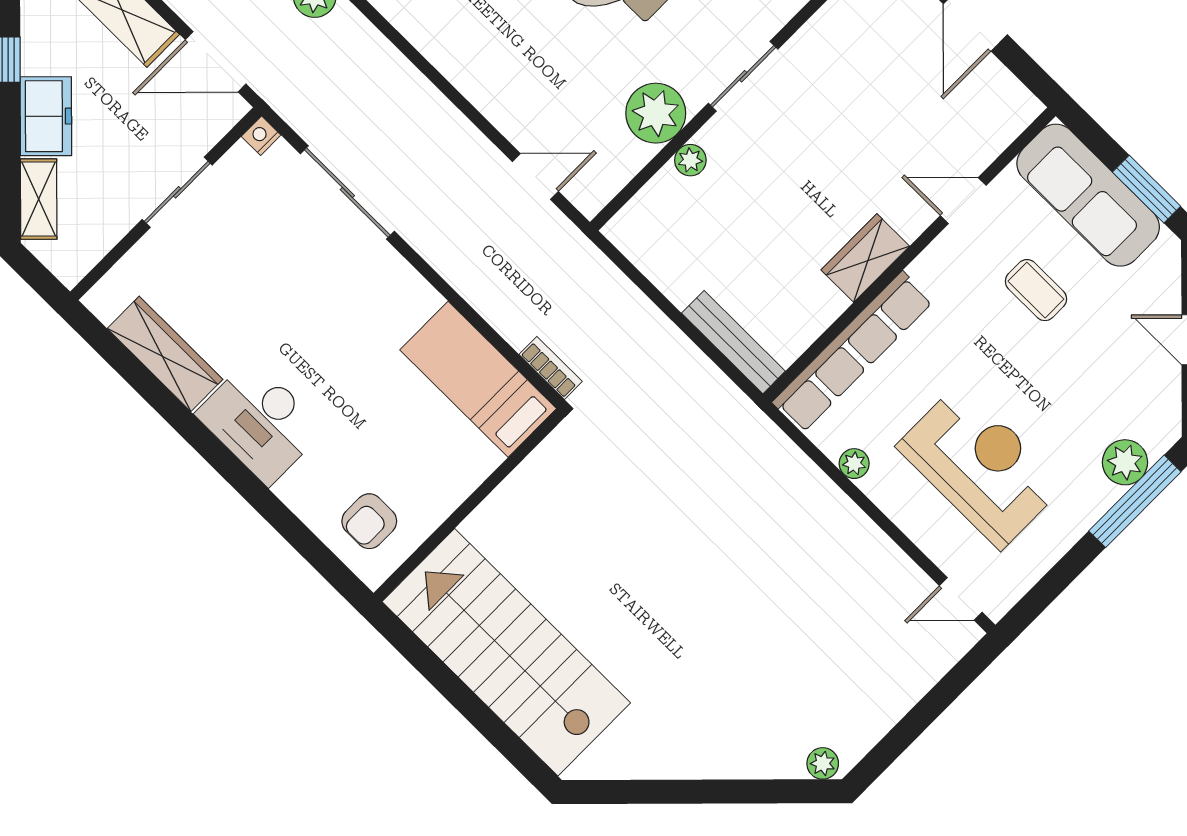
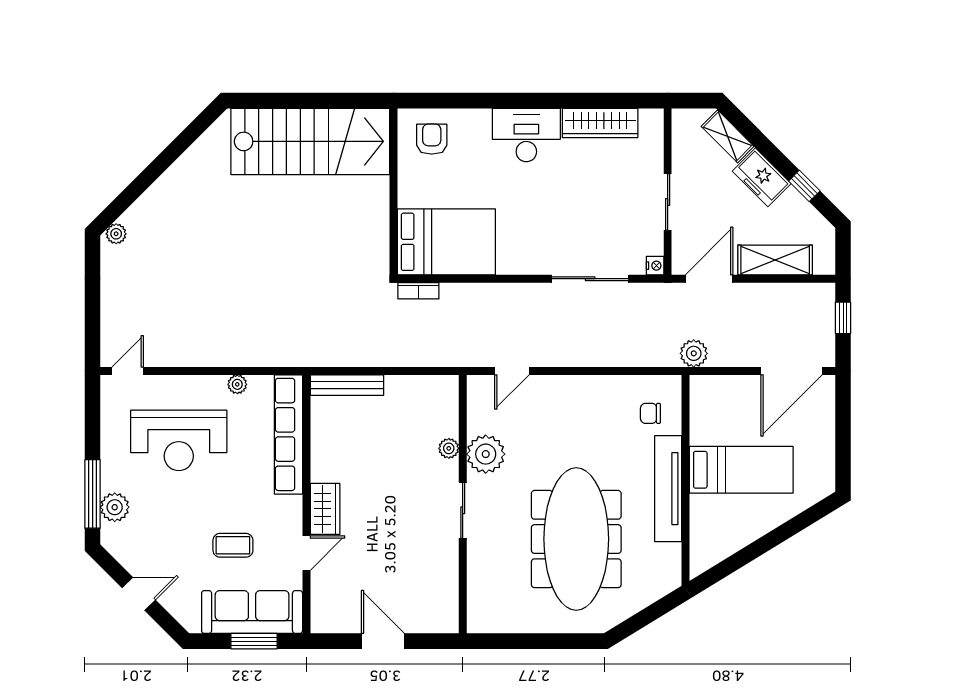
window: (1147, 189) -> (254, 641), moved
wardrobe: (865, 258) -> (325, 509), moved
bed: (478, 379) -> (446, 242), width x1.50

